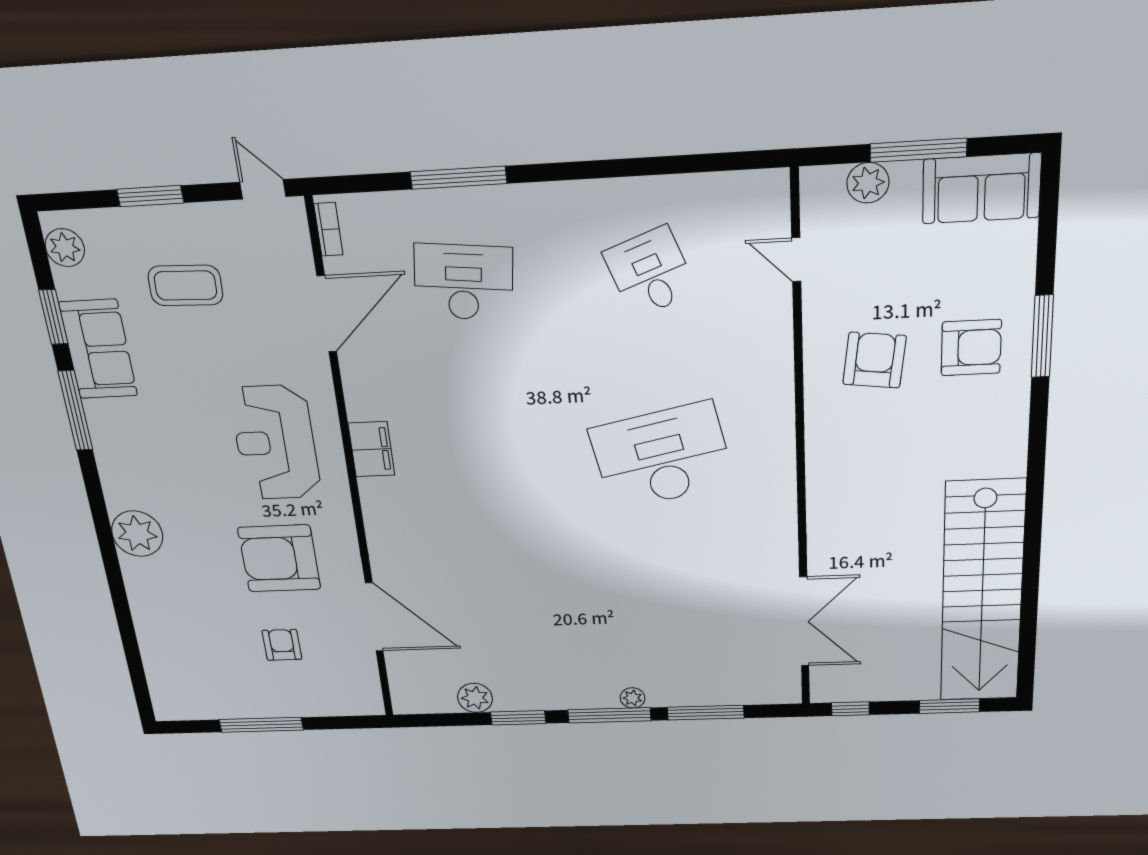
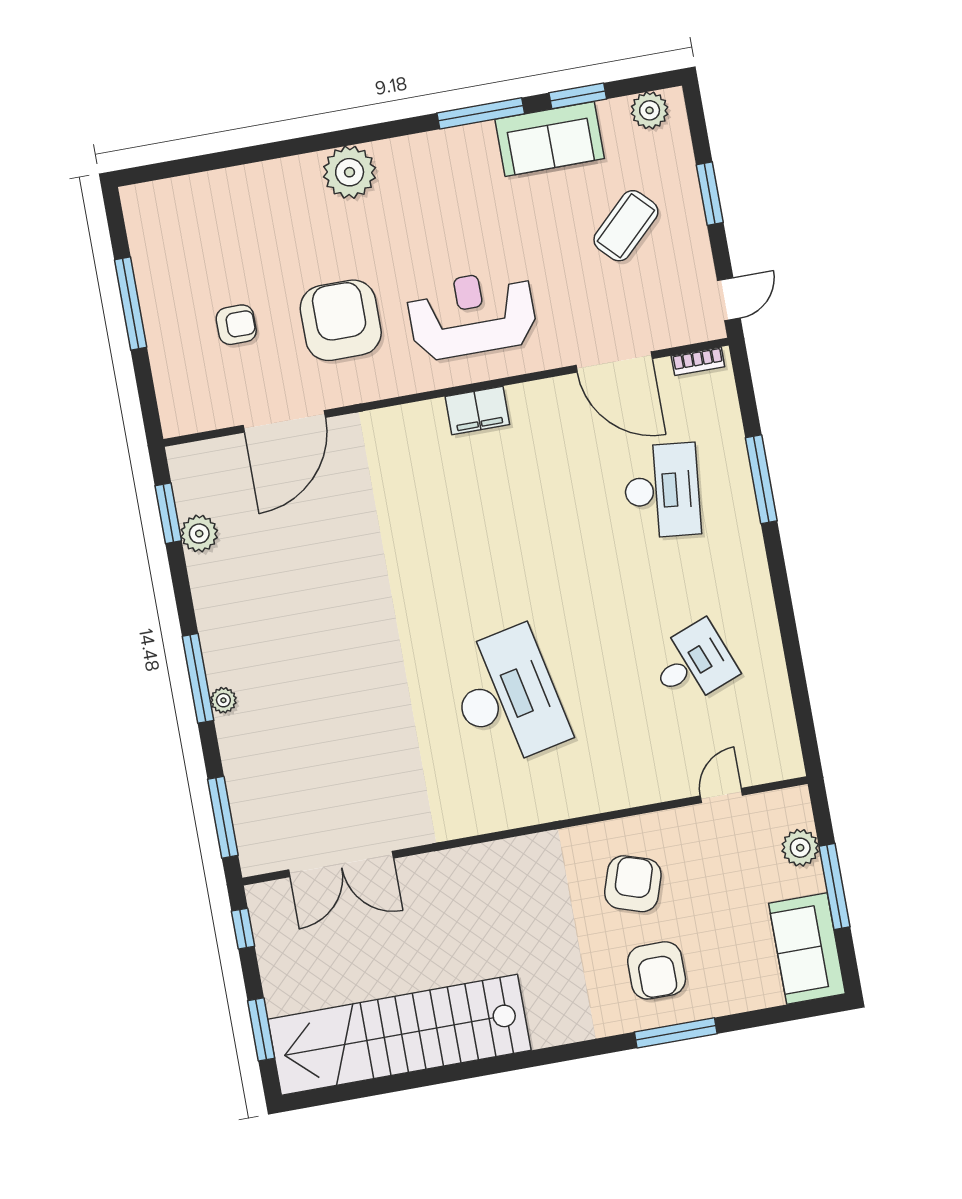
coffee table: (185, 285) -> (626, 226), turned 44
armchair: (874, 360) -> (633, 884), turned -79
window: (706, 713) -> (223, 817), moved
window: (518, 718) -> (168, 513), moved

